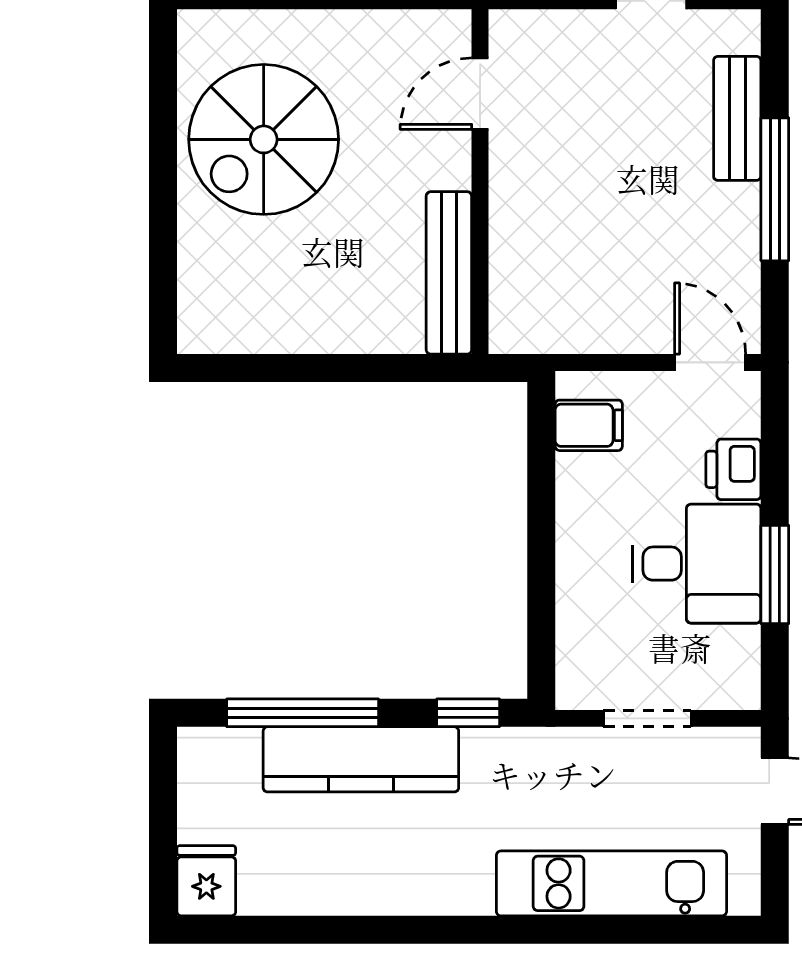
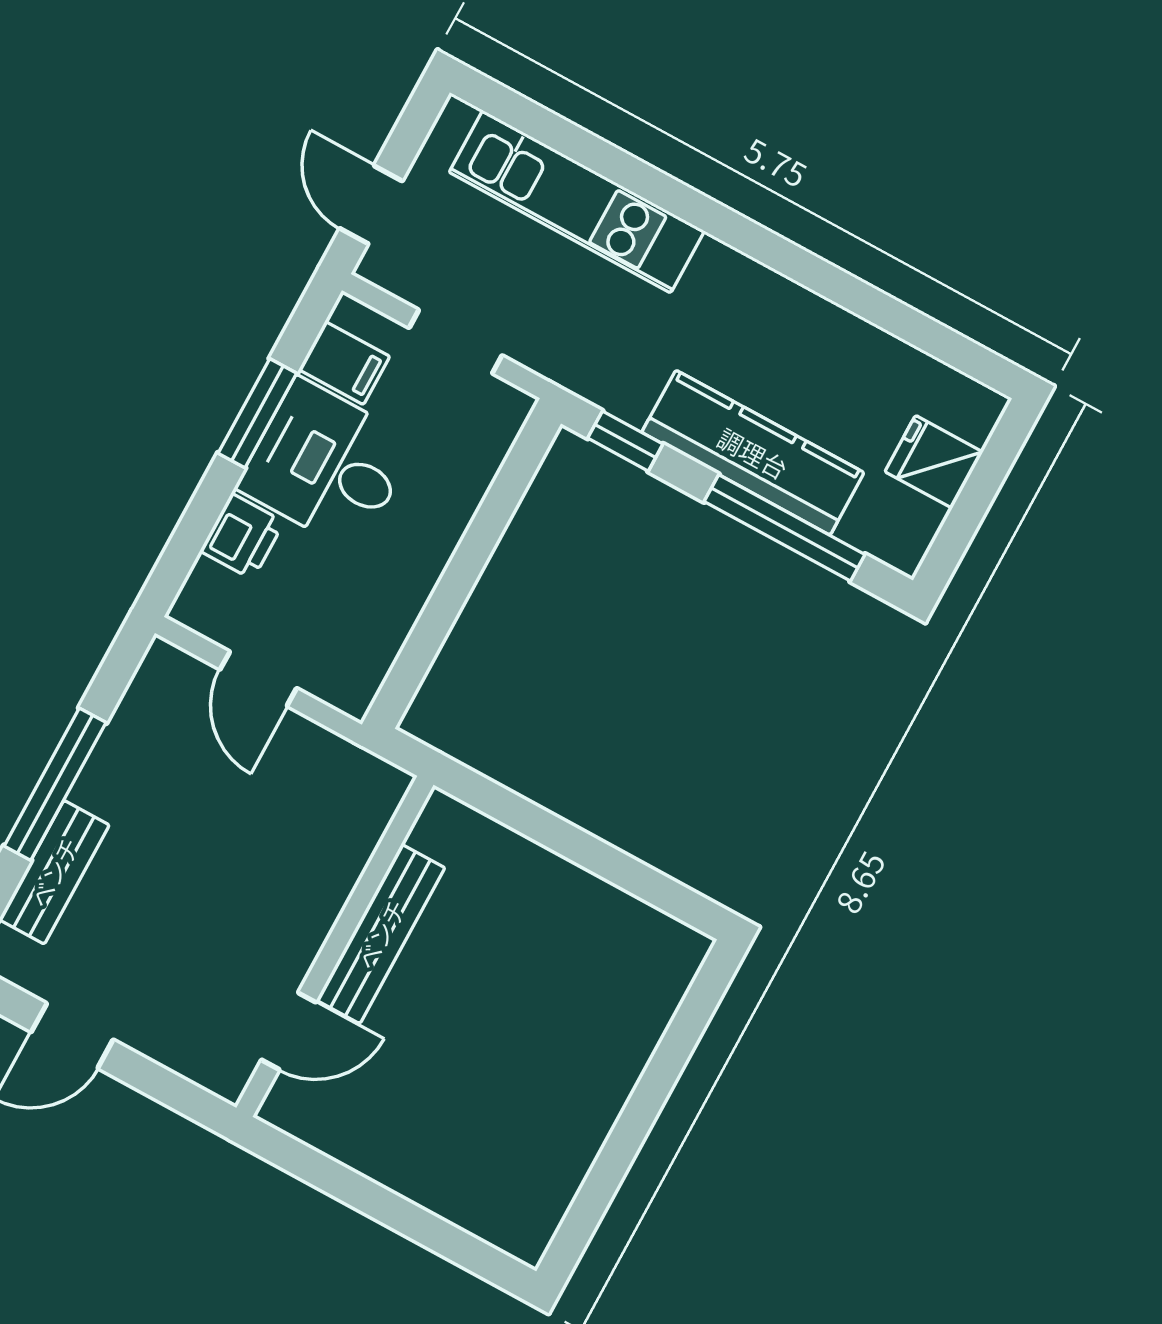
spiral stairs: (264, 139) -> (521, 1101), removed
bench: (449, 273) -> (381, 934), moved
door: (710, 362) -> (258, 679), moved
filing cabinet: (589, 425) -> (344, 363), moved, turned 180
fridge: (206, 881) -> (934, 462), moved, turned 90

